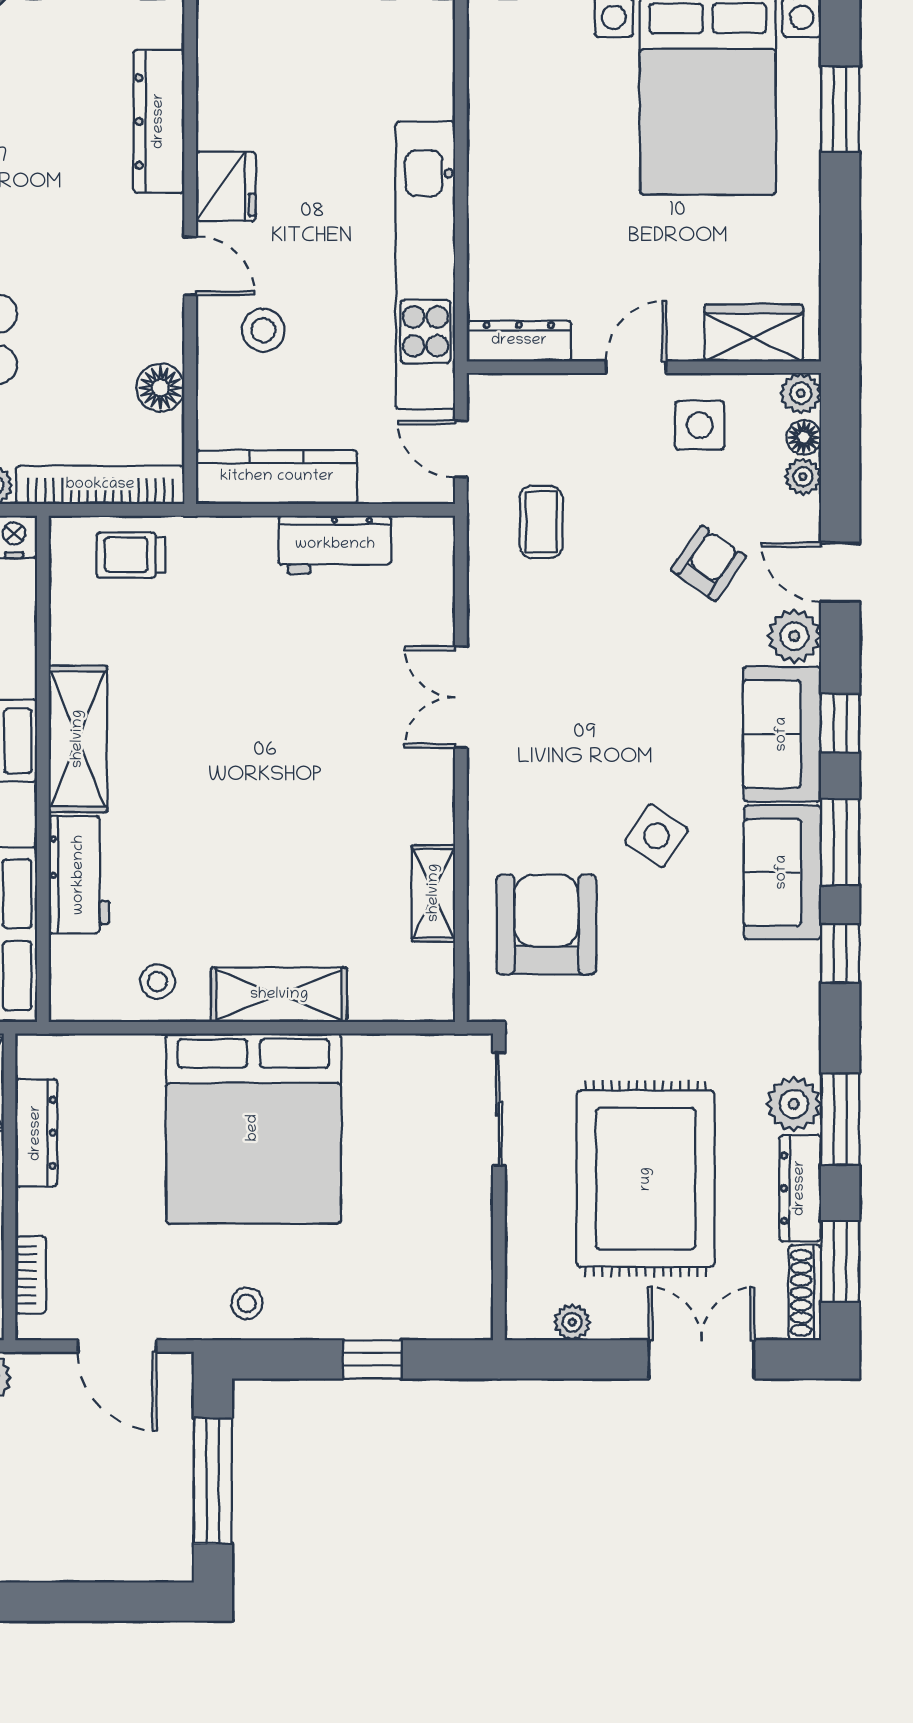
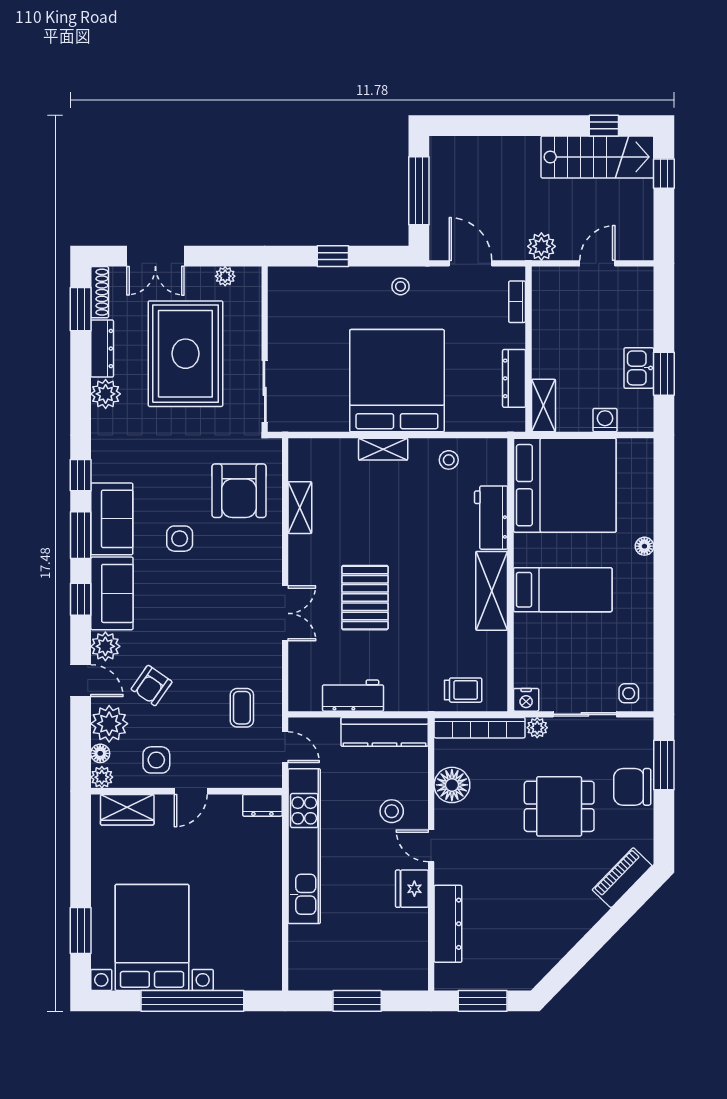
dresser: (519, 341) -> (262, 805), width x0.70
floor lamp: (160, 388) -> (452, 785), width x1.38, depth x1.38
plant: (803, 477) -> (109, 724), width x1.88, depth x1.88
pallet: (313, 726) -> (365, 598), added
side table: (656, 836) -> (180, 539), turned -34
shelving: (279, 995) -> (383, 449), width x0.67, depth x0.75
window: (840, 1119) -> (81, 386), removed

